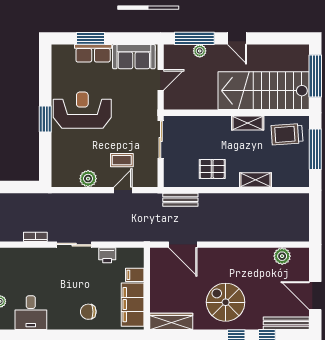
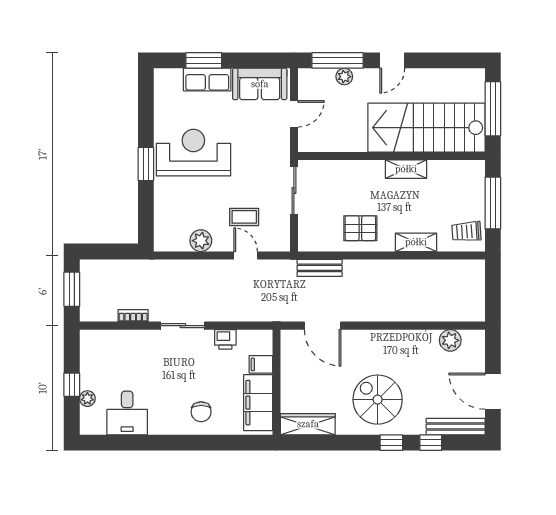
door: (237, 38) -> (392, 60), hinge flipped
trolley: (287, 134) -> (466, 232), moved, width x0.73, depth x0.72
door: (123, 190) -> (246, 255), hinge flipped
chair: (88, 312) -> (201, 412), turned -90

